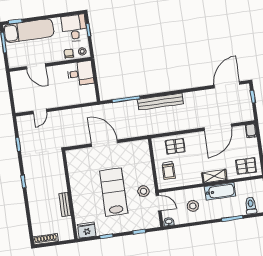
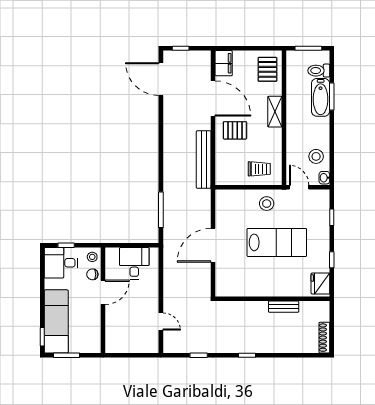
door: (36, 66) -> (103, 292), moved
desk: (80, 73) -> (134, 263), moved
bench: (160, 102) -> (204, 160), moved
filing cabinet: (251, 131) -> (224, 63), width x2.00
pallet: (175, 146) -> (235, 130), moved, turned 90
stool: (143, 191) -> (267, 204), moved
bathtub: (220, 191) -> (321, 97), moved, turned 180
lab bench: (114, 192) -> (277, 242), turned 180
door: (159, 203) -> (299, 187), hinge flipped
stool: (193, 206) -> (316, 156), moved

